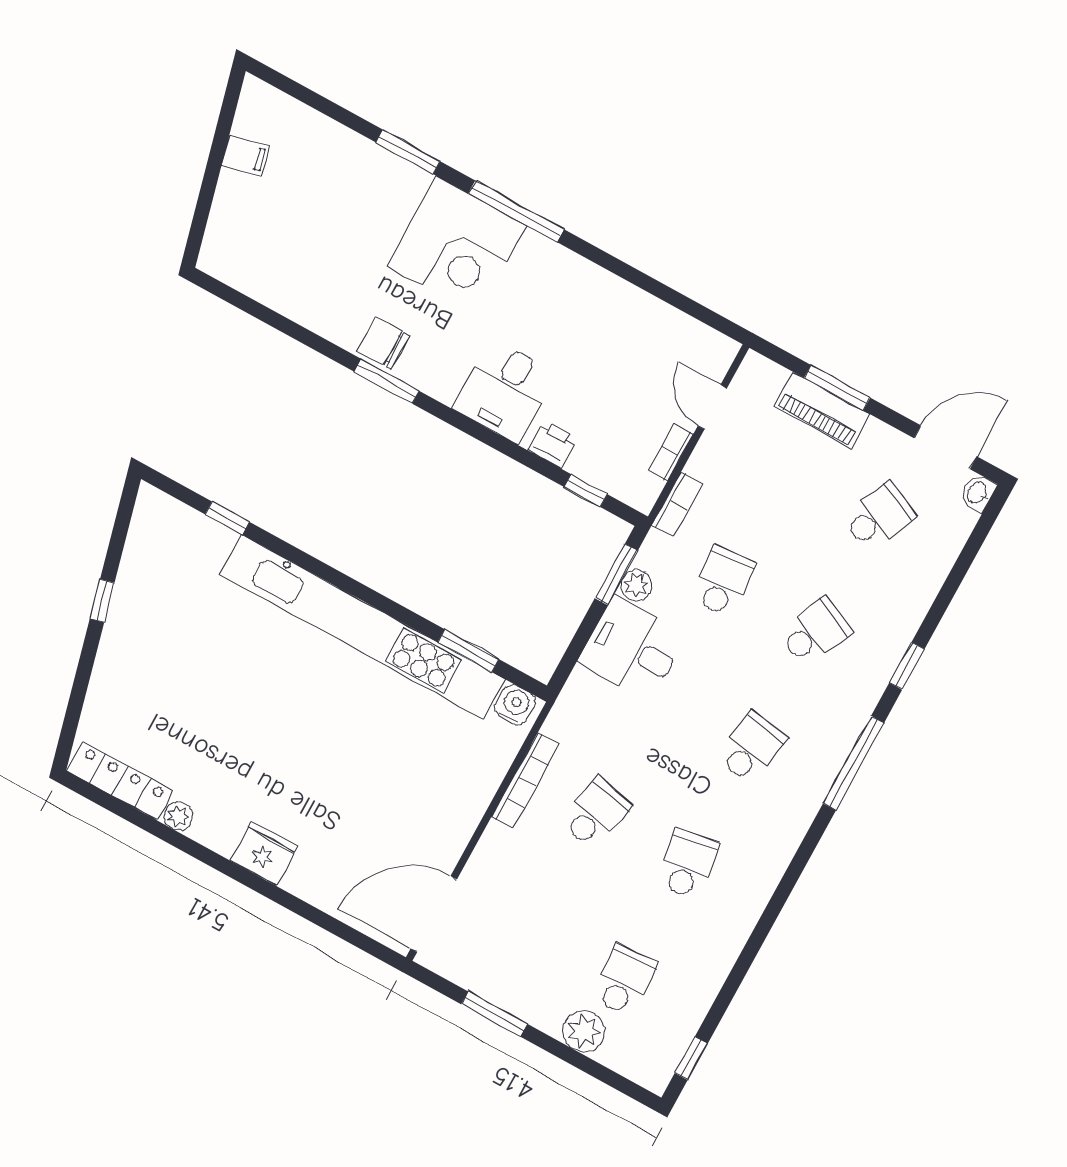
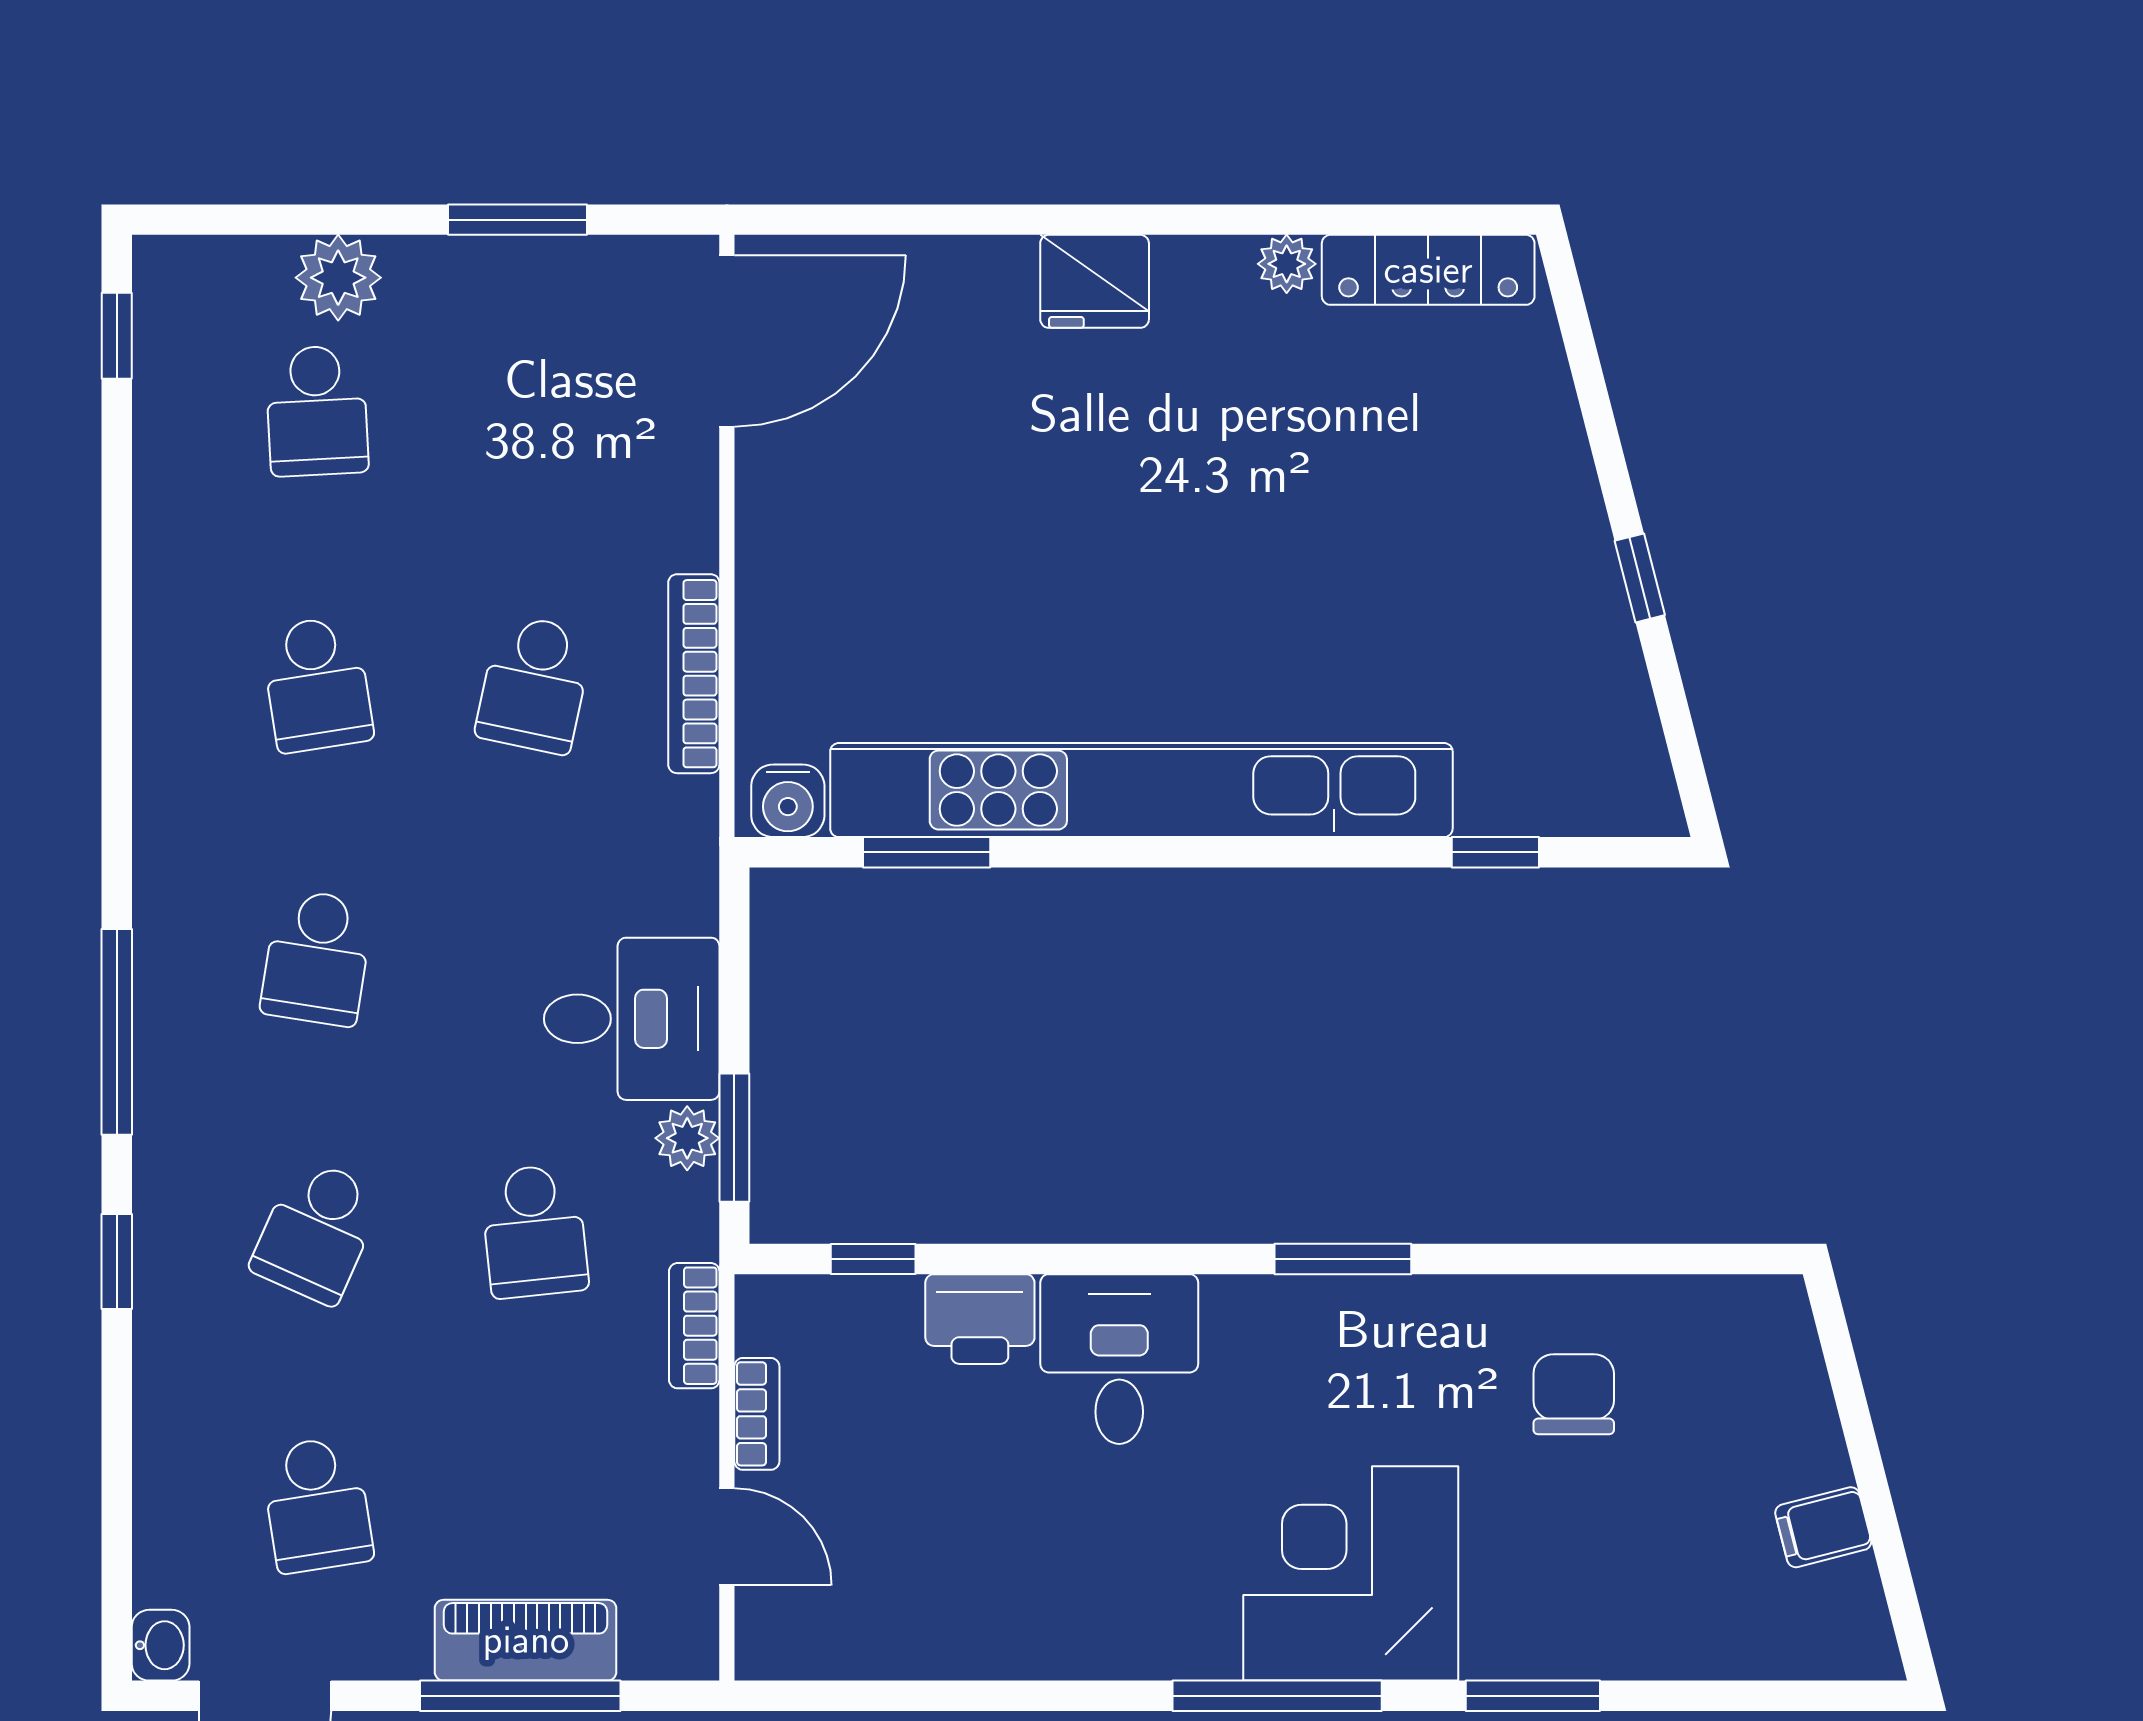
chair: (384, 343) -> (1574, 1394), moved, turned -90
window: (837, 388) -> (520, 1696), width x1.44
printer: (552, 444) -> (980, 1319), width x1.36, depth x1.24
school desk: (879, 516) -> (317, 1505), turned -33

